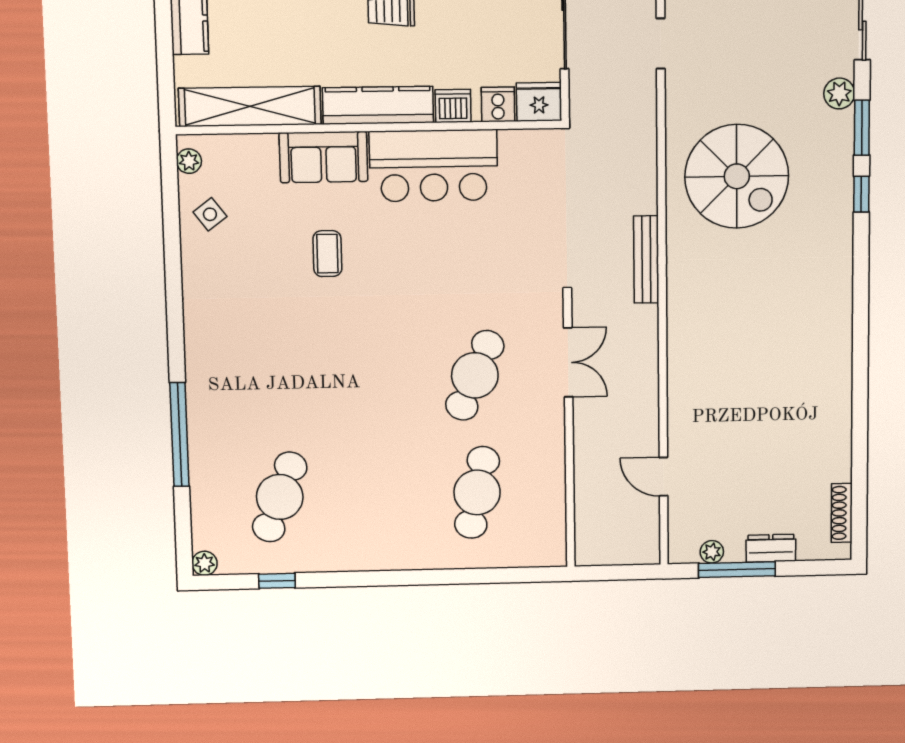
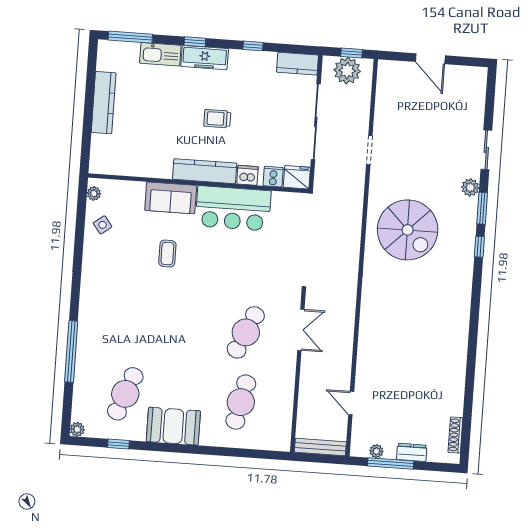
shelving: (250, 106) -> (132, 165), removed
bench: (646, 259) -> (320, 447), moved, turned 90
booth: (367, 543) -> (173, 426), added

